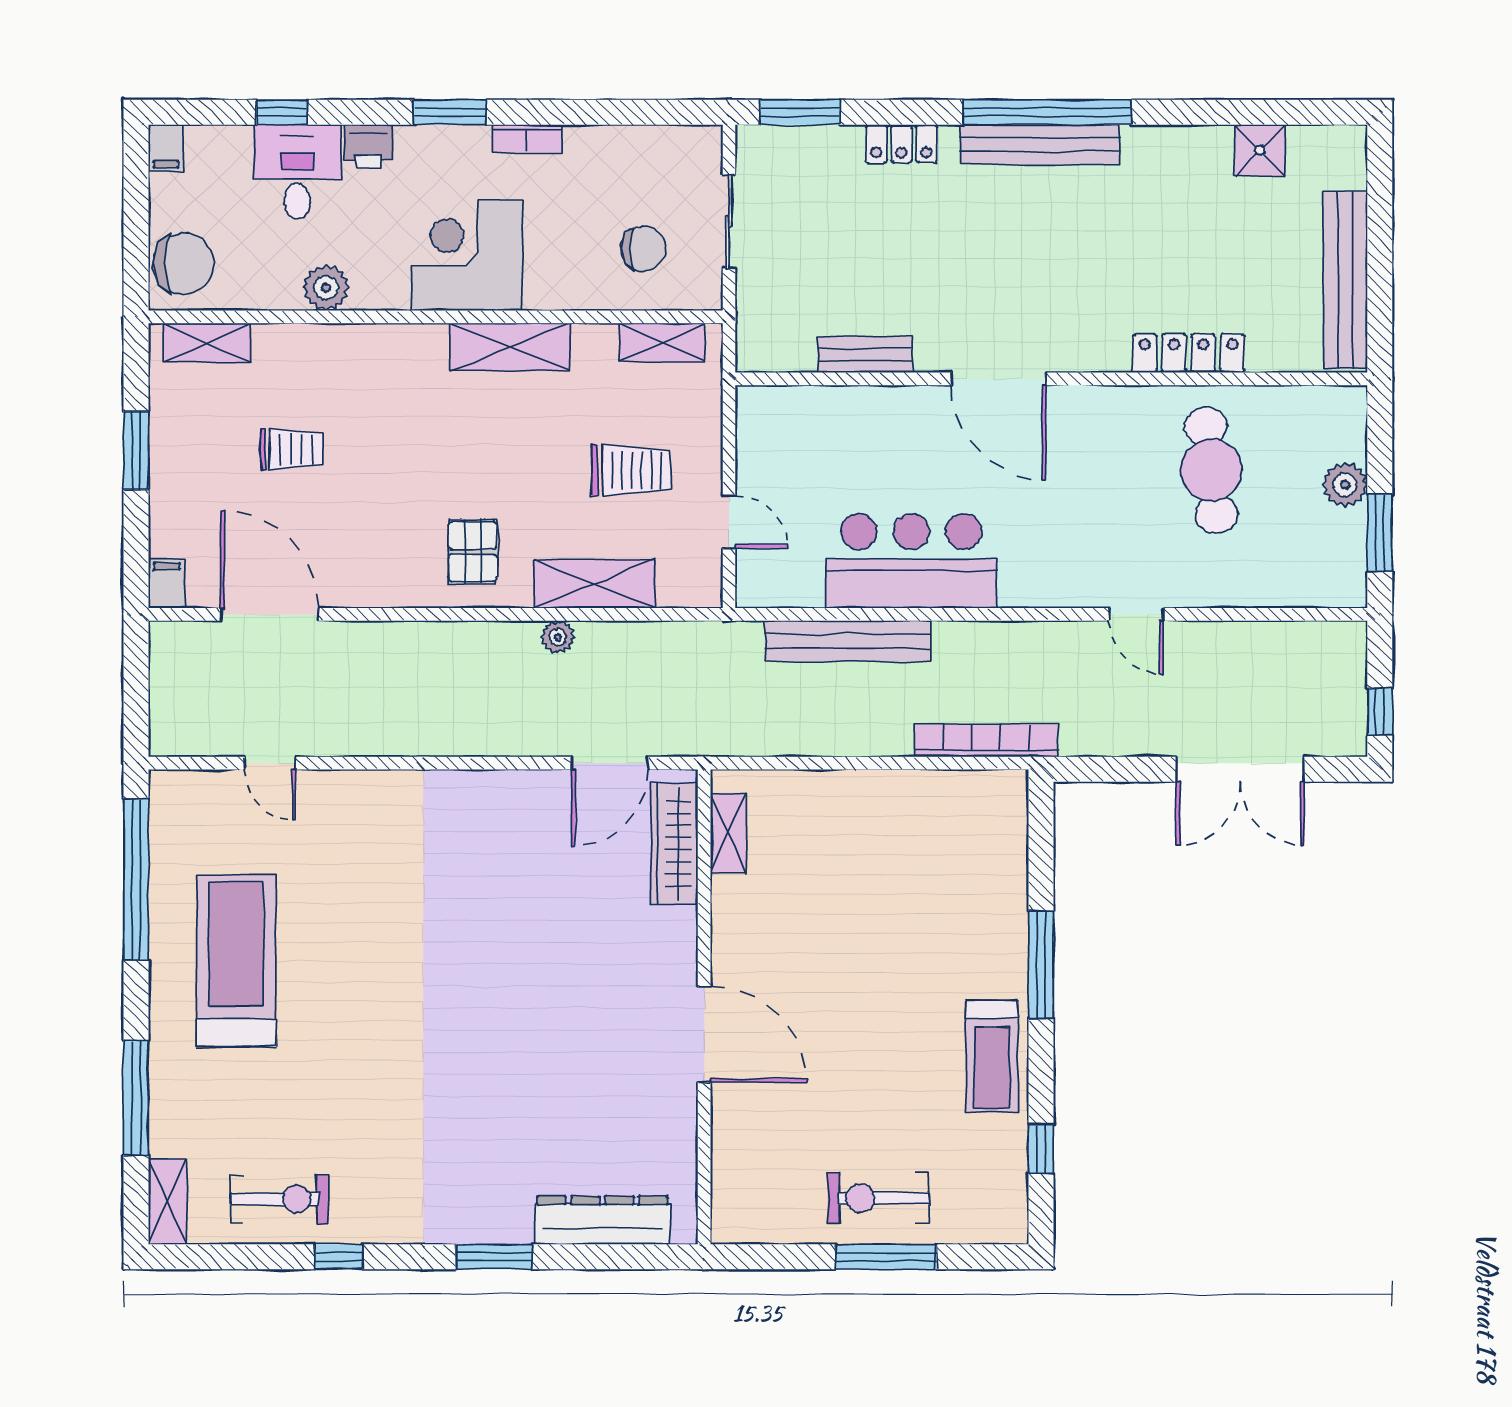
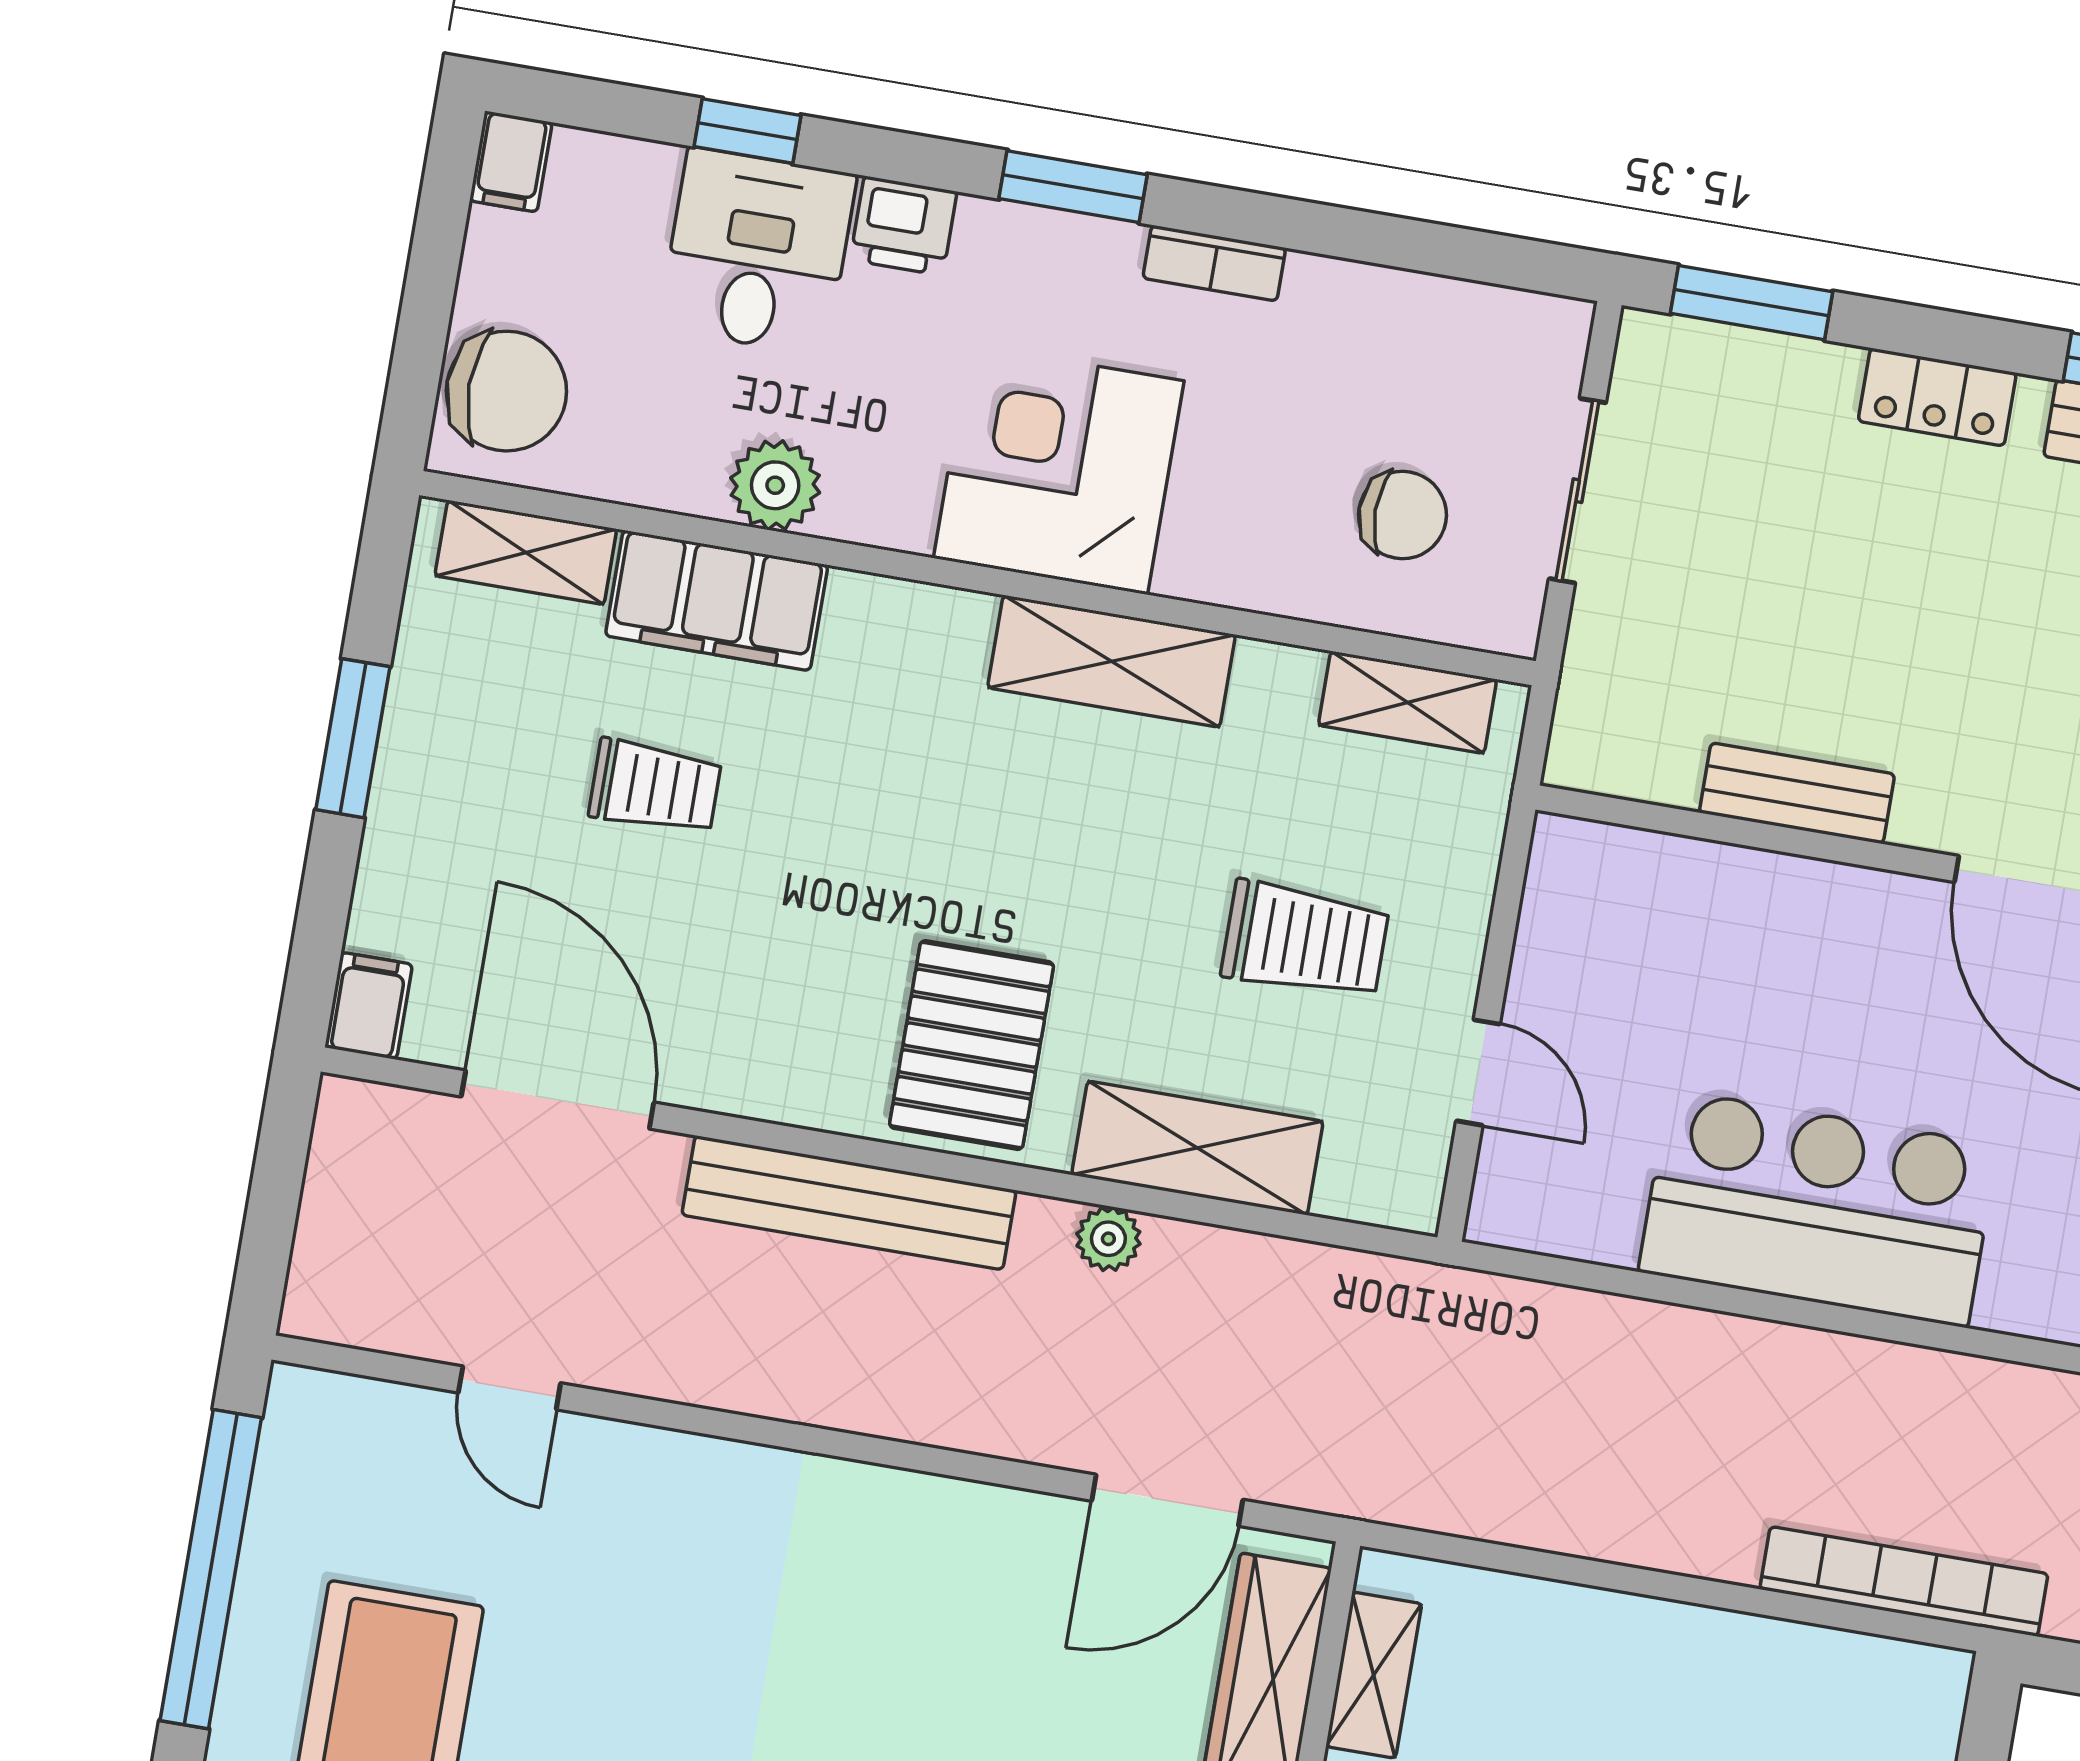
filing cabinet: (307, 350) -> (717, 600), added
pallet: (473, 552) -> (972, 1045), width x1.50, depth x1.42
bench: (848, 641) -> (849, 1203), moved

